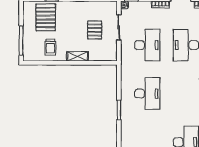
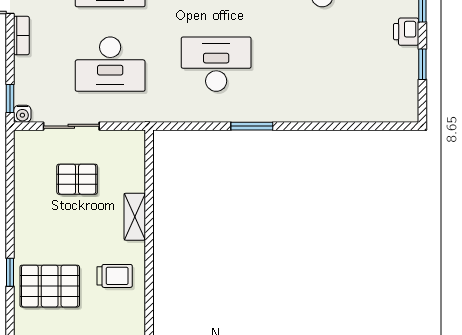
desk: (147, 45) -> (110, 64), turned 180

